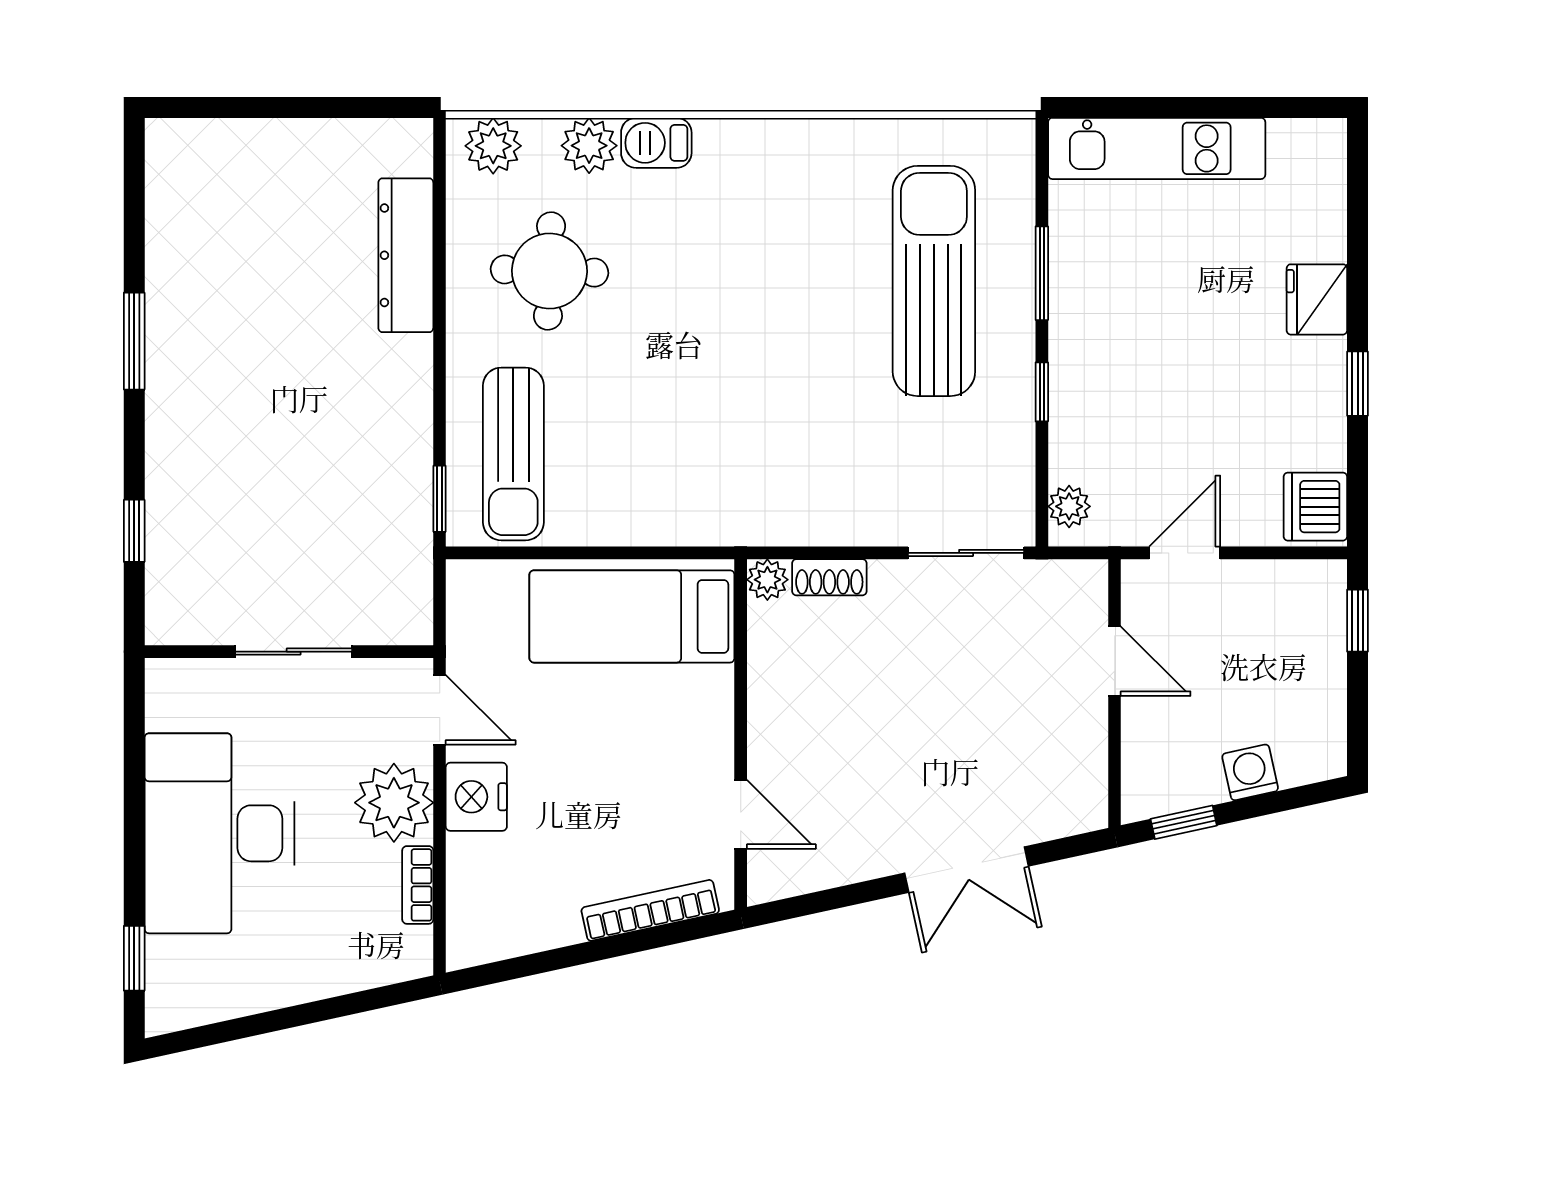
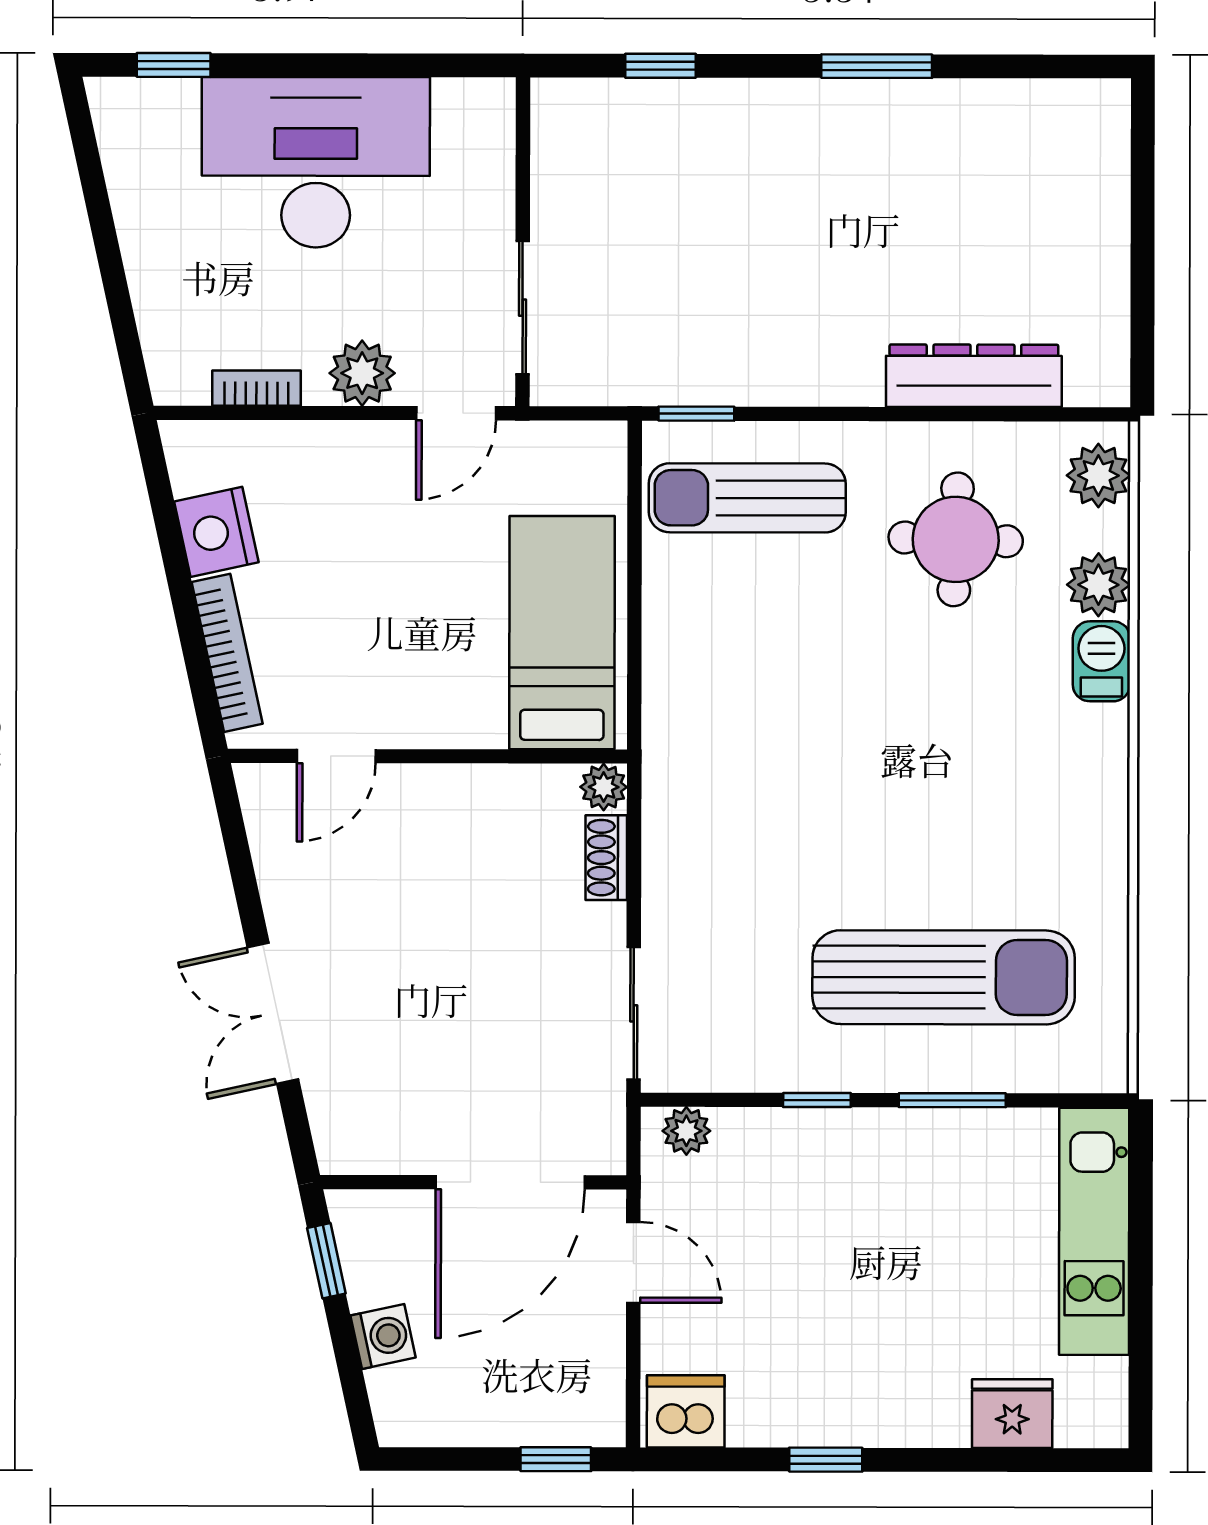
fridge: (1317, 299) -> (1012, 1414), moved
sliding door: (294, 652) -> (523, 308), moved
door: (1115, 661) -> (510, 1182), width x1.87
nightstand: (476, 797) -> (216, 532), moved, turned -102
plant: (394, 803) -> (362, 373), width x0.73, depth x0.73

